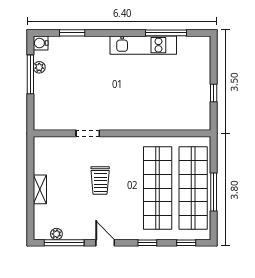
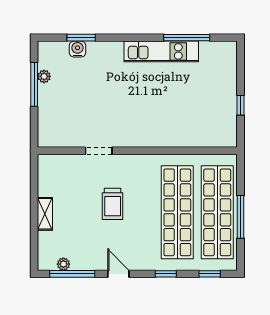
water cooler: (41, 43) -> (77, 49), moved, turned 90

